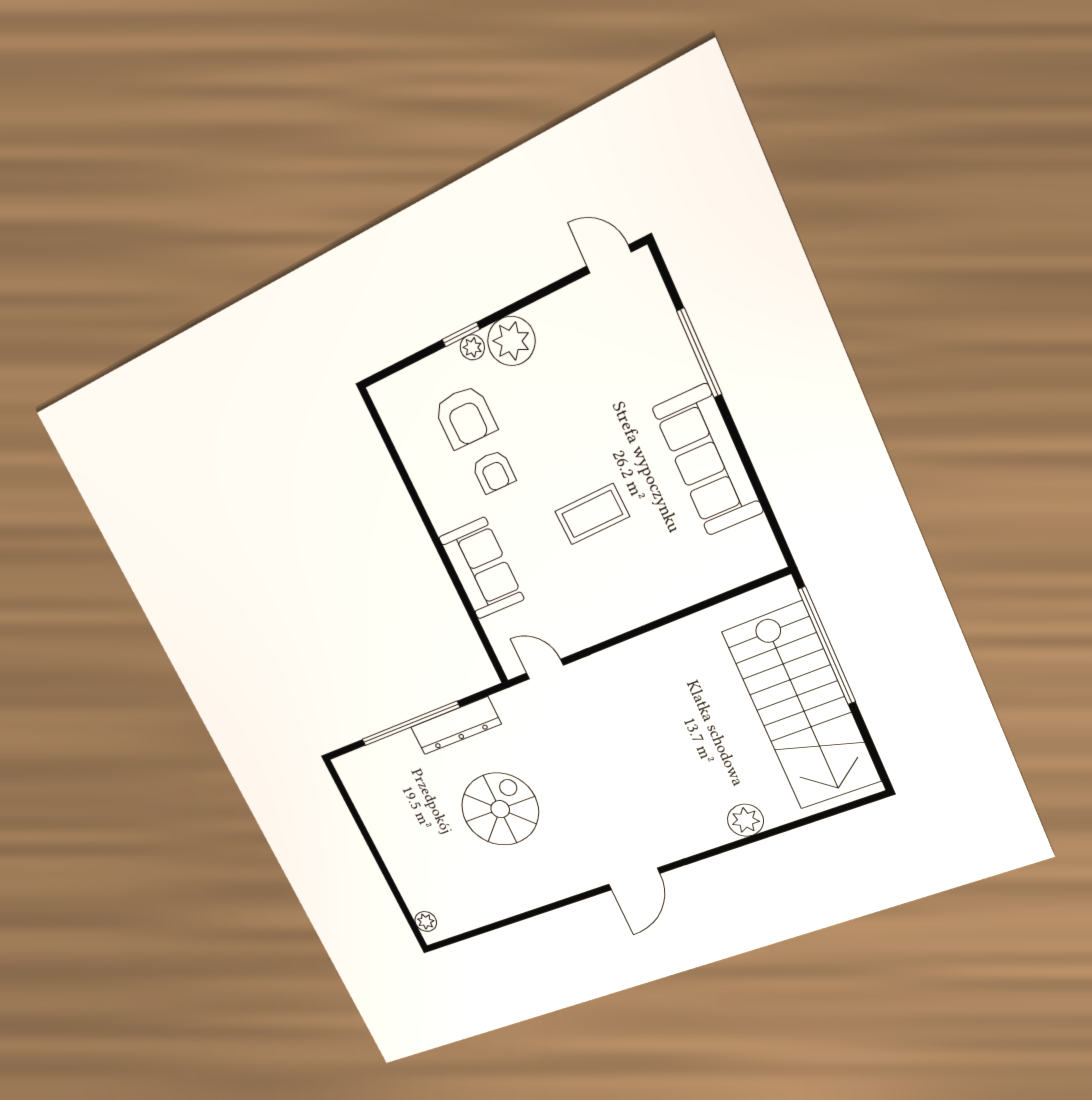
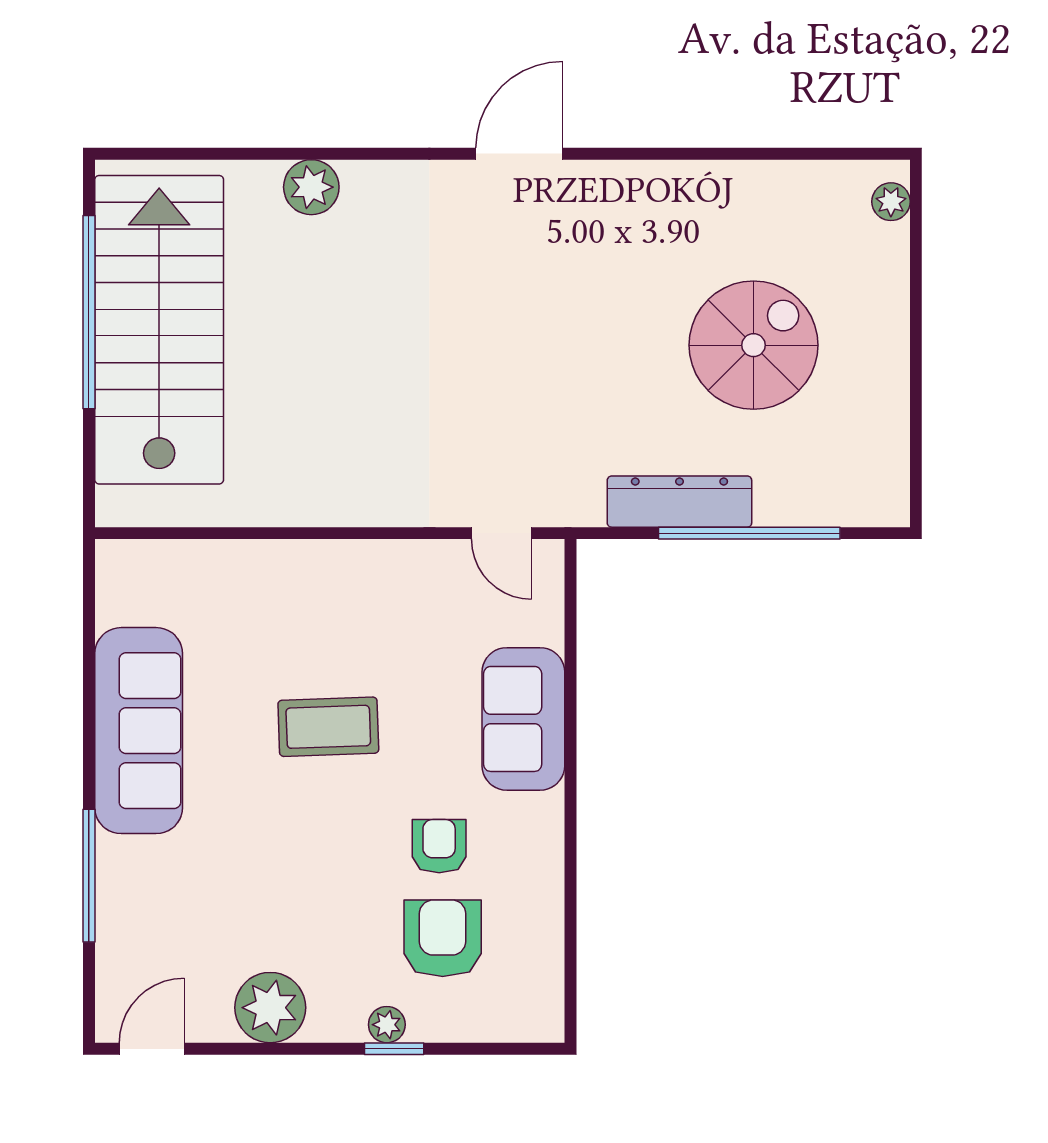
door: (609, 259) -> (152, 1049), swing flipped
plant: (511, 341) -> (270, 1008), moved
window: (827, 646) -> (89, 312), moved
spiral stairs: (500, 809) -> (753, 345), moved, turned 180

